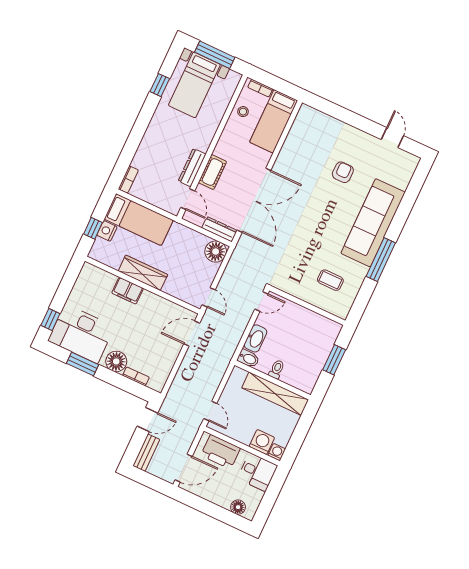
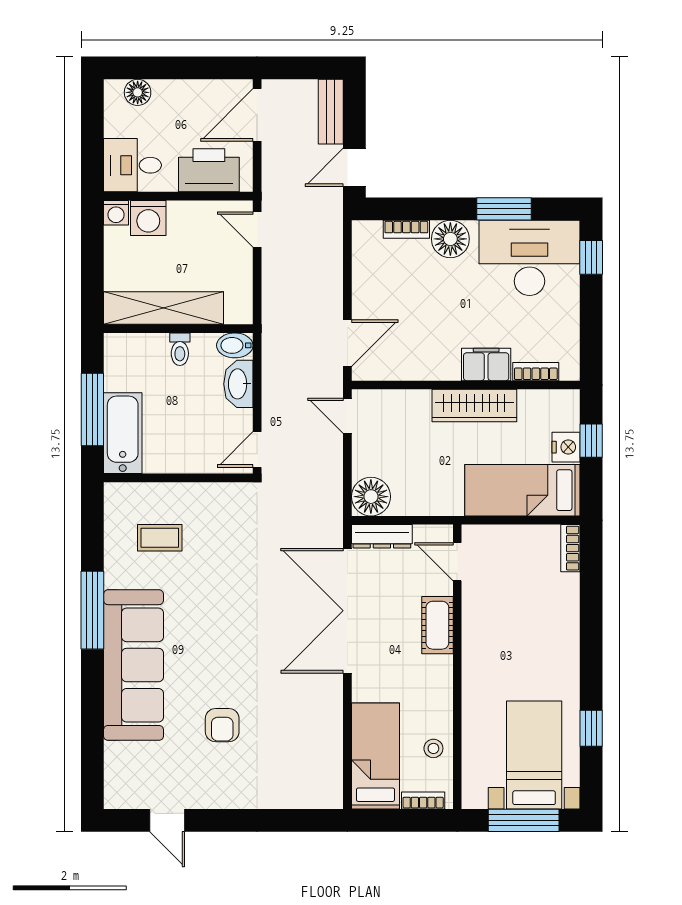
dresser: (192, 168) -> (474, 617), removed
bookcase: (104, 276) -> (536, 372), added
bathtub: (325, 341) -> (123, 433), added
window: (334, 360) -> (92, 409), width x1.44

